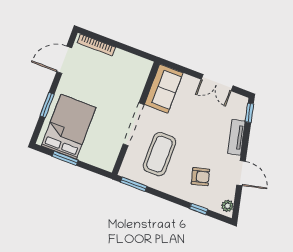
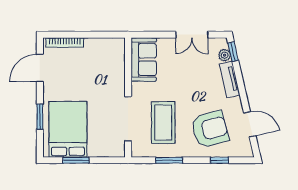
doorway: (133, 124) -> (128, 119), moved
door: (241, 173) -> (250, 124), moved
armchair: (200, 177) -> (210, 129), width x1.88, depth x1.88
window: (134, 184) -> (169, 160), moved
plant: (227, 206) -> (225, 55), moved

